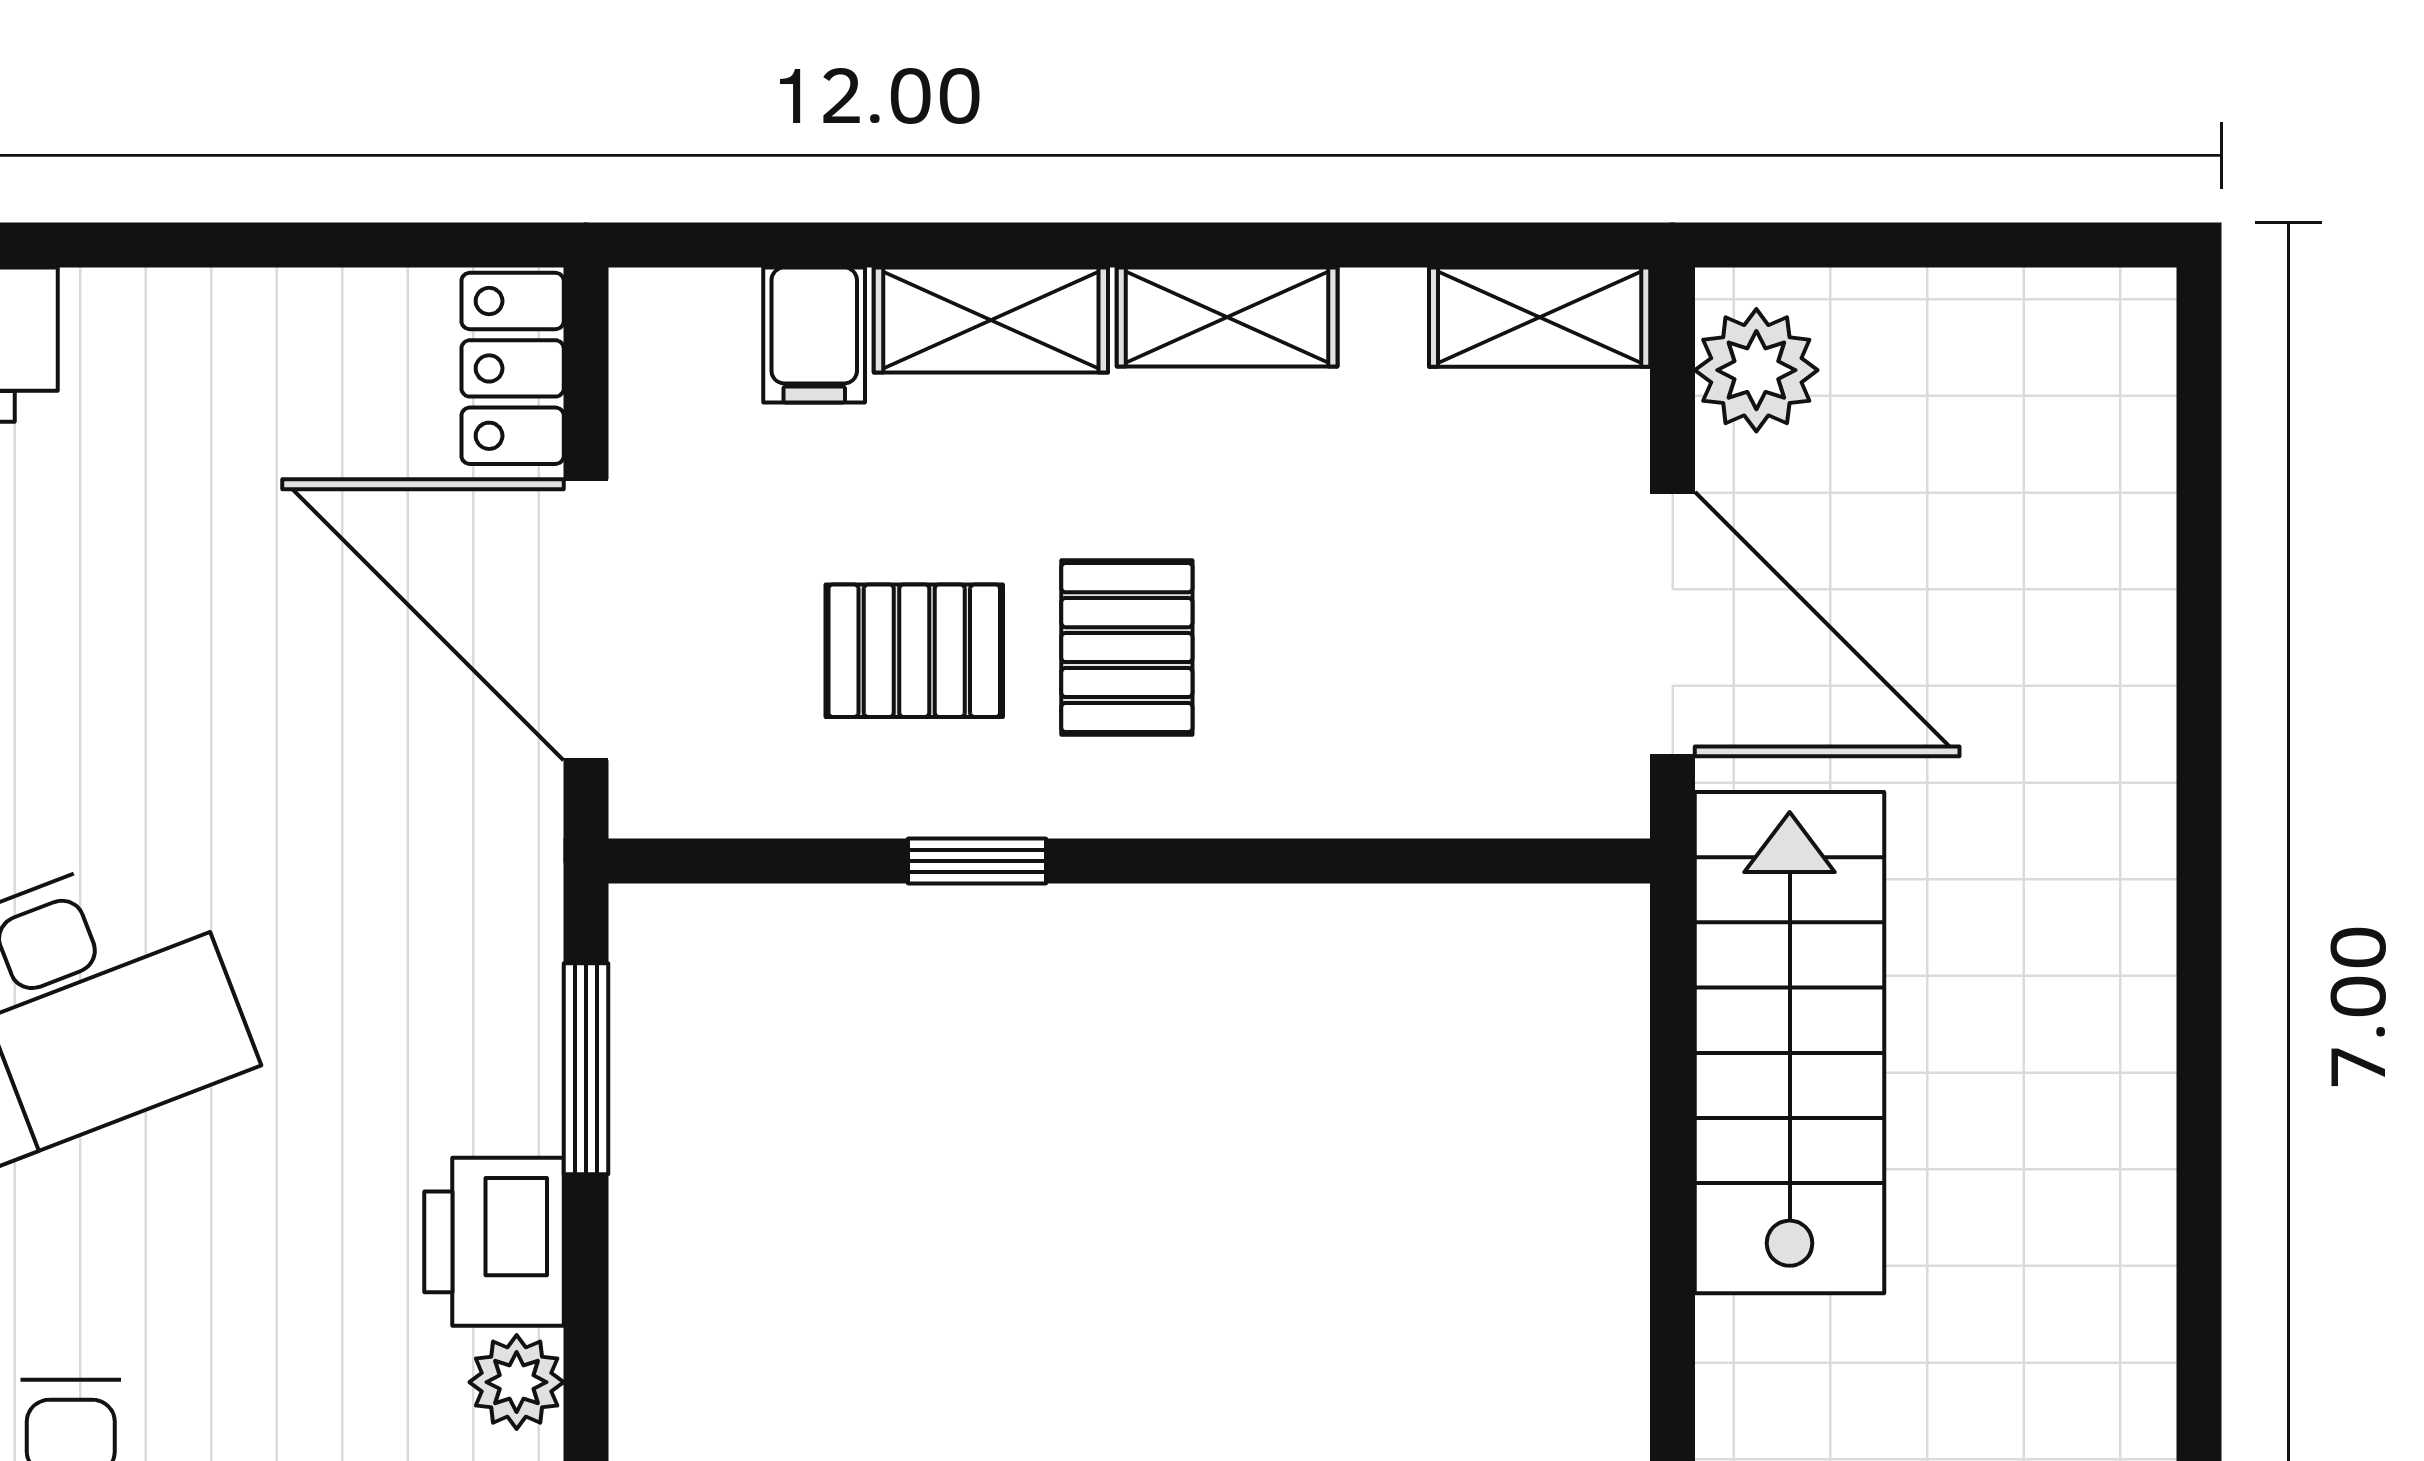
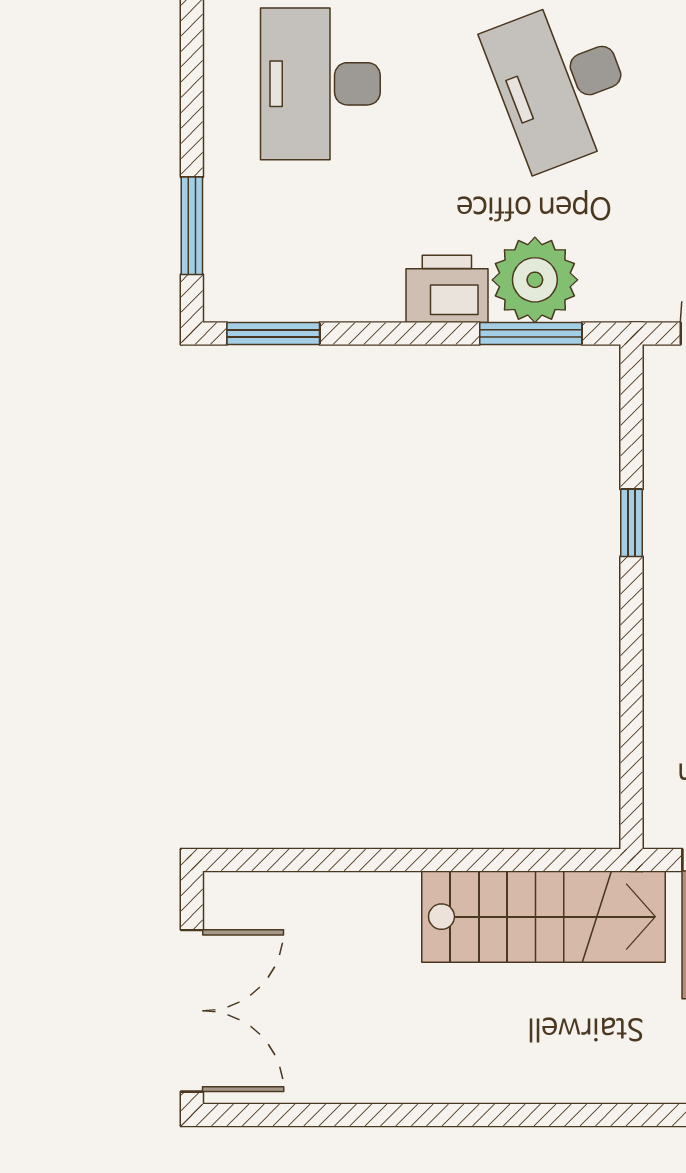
plant: (517, 1382) -> (535, 280), moved, width x1.88, depth x1.88

